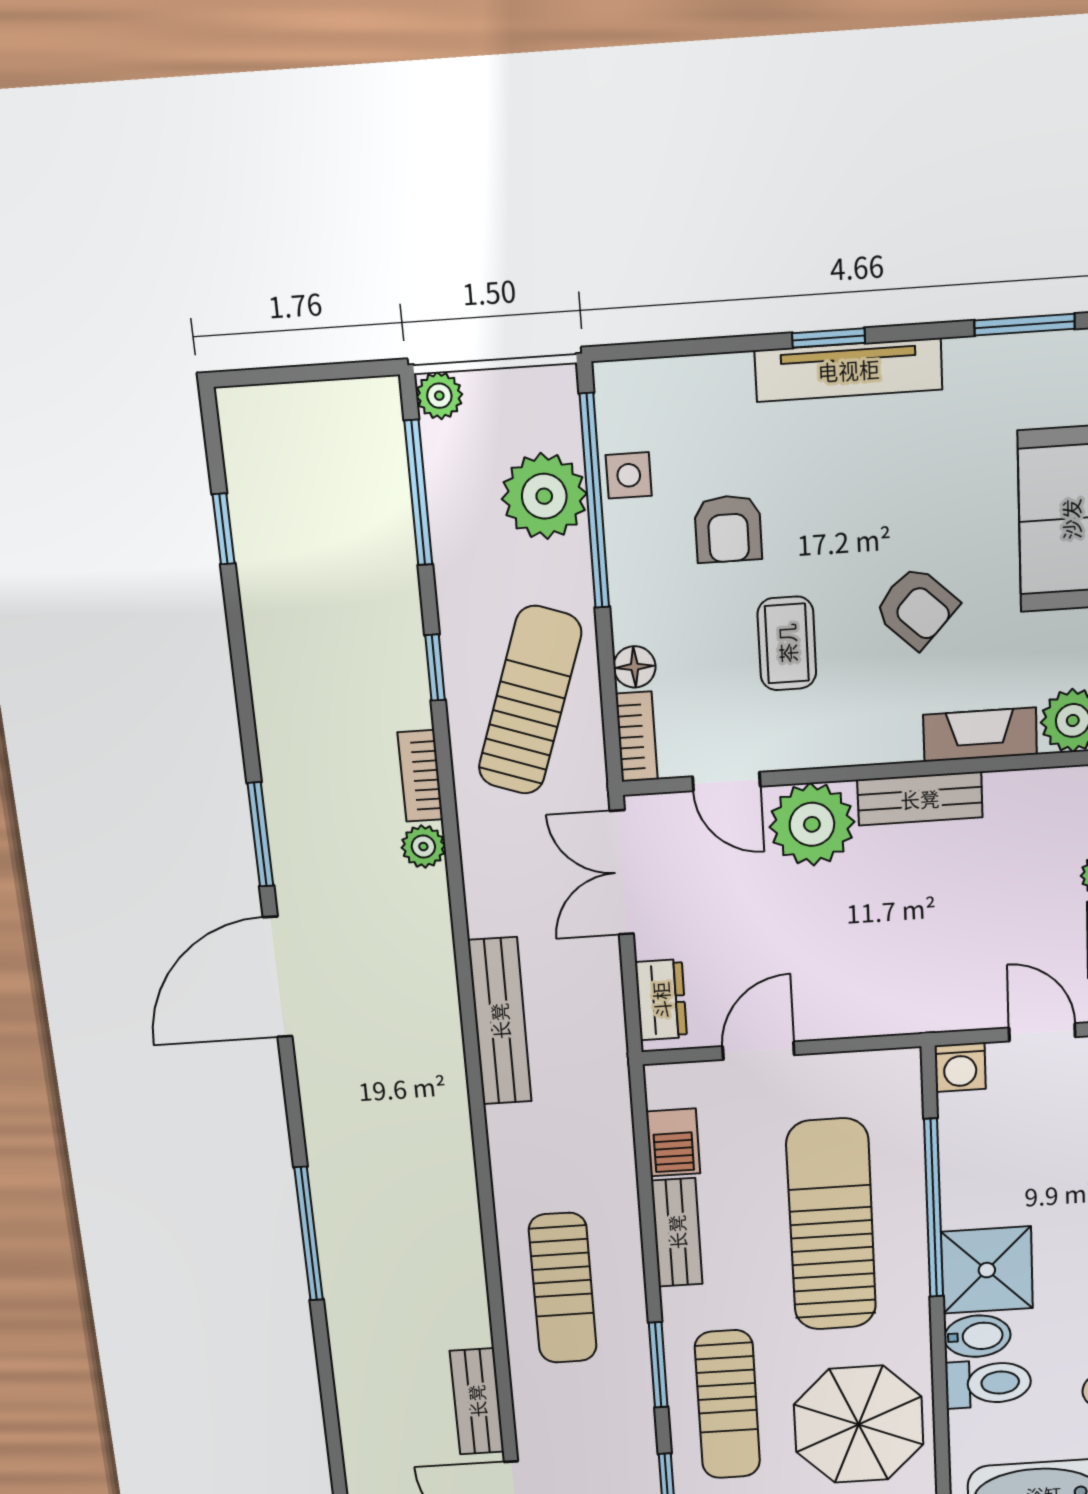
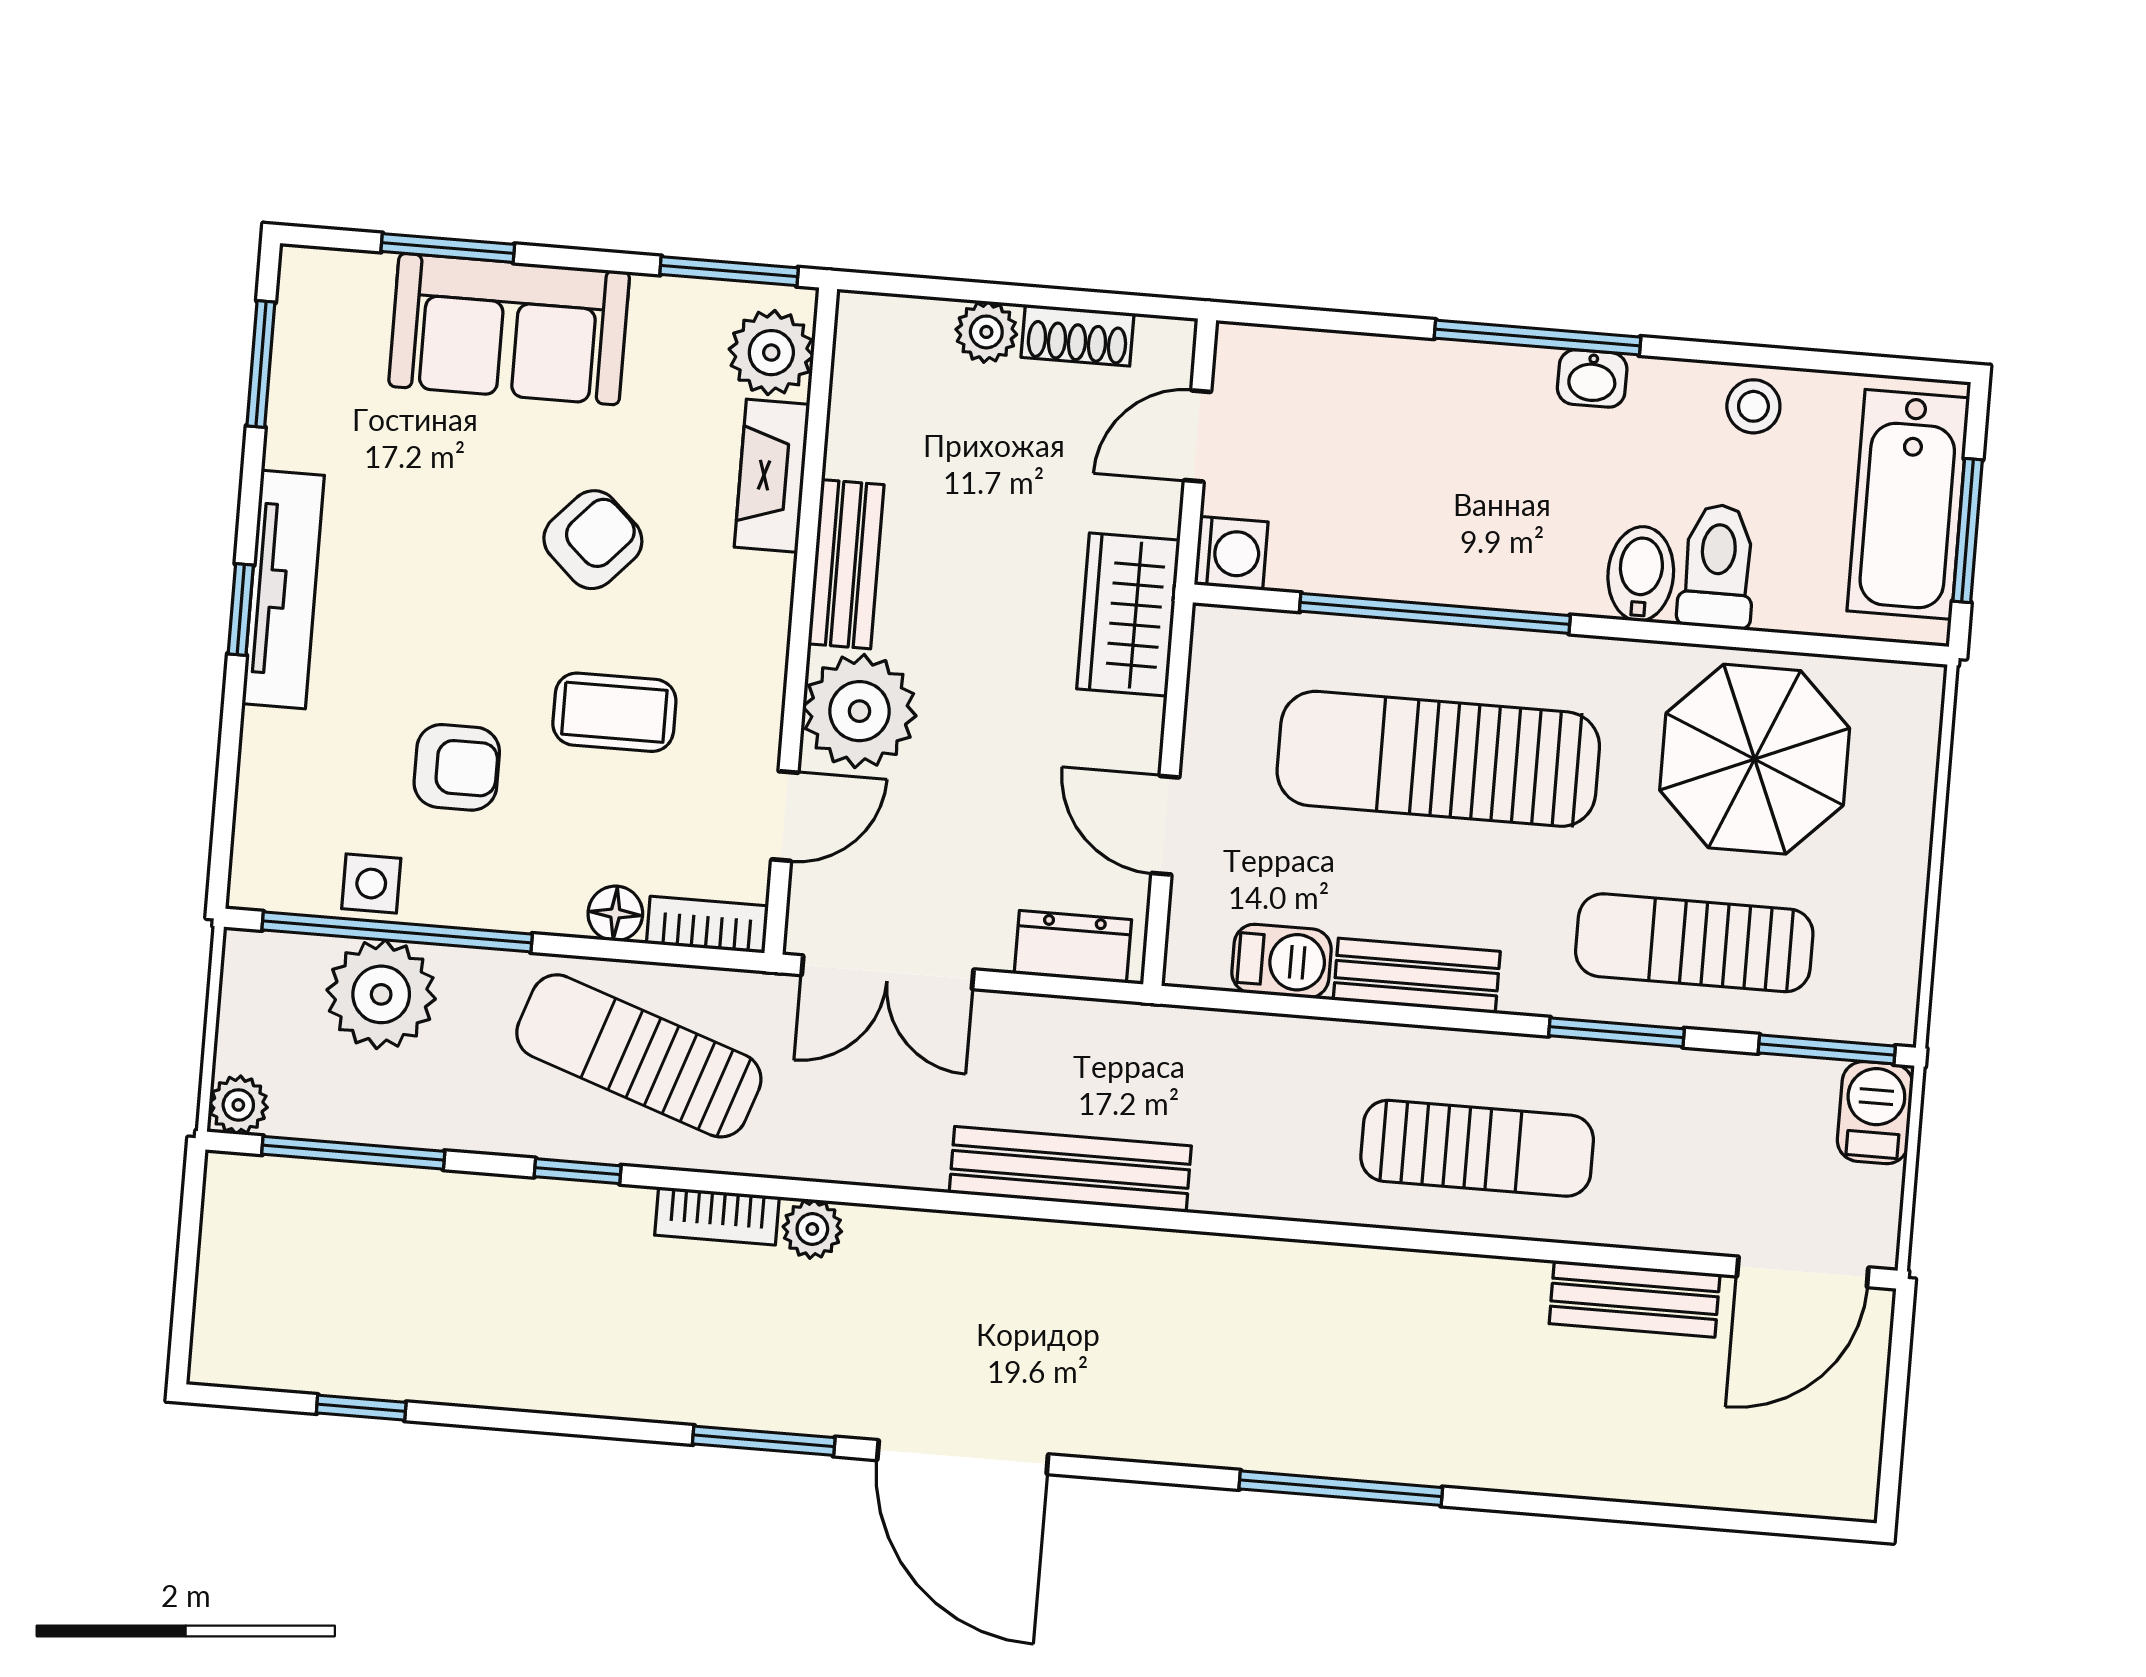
wardrobe: (907, 1003) -> (1128, 615), added
shower: (987, 1270) -> (1540, 549), removed
sun lounger: (727, 1405) -> (1694, 943), turned 180

